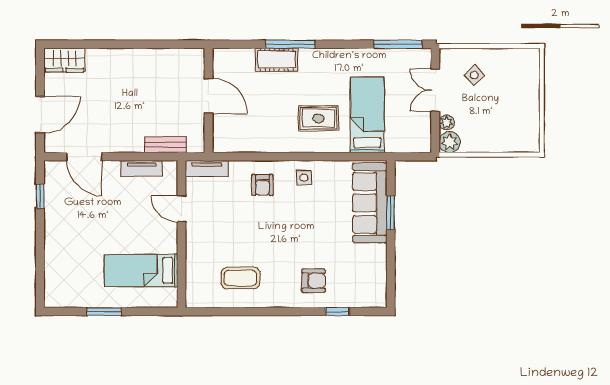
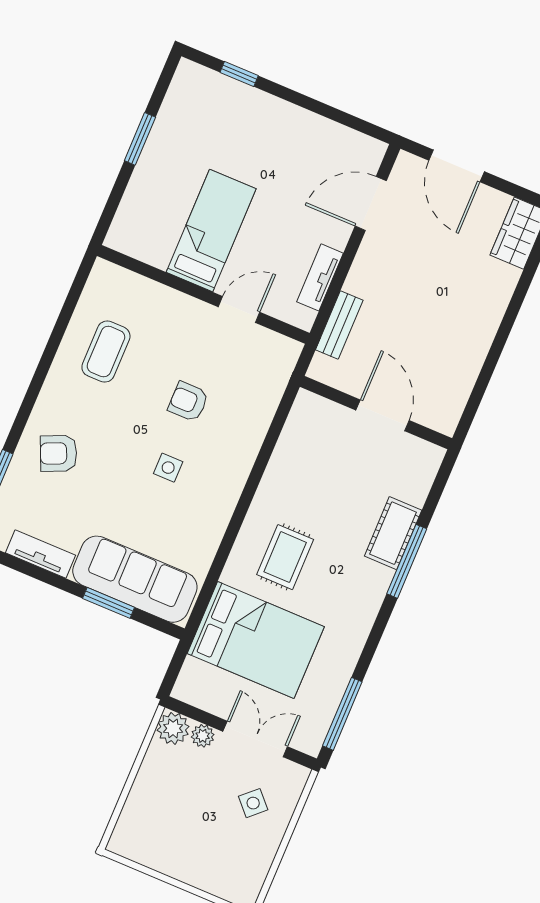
door: (209, 96) -> (383, 415), swing flipped
bed: (367, 115) -> (256, 640), width x1.50
tv unit: (207, 169) -> (40, 554), moved, turned 90
side table: (304, 178) -> (168, 468), moved
armchair: (262, 185) -> (188, 402), moved
window: (40, 196) -> (239, 74), moved
bed: (141, 271) -> (211, 230), moved
armchair: (314, 281) -> (59, 453), turned 66

